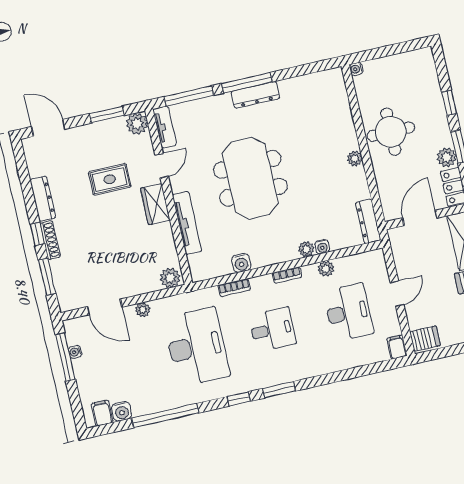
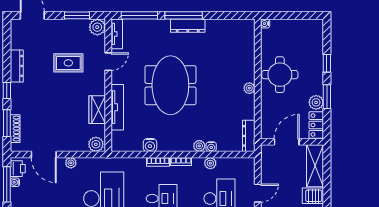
wardrobe: (155, 204) -> (97, 110), moved
shoe rack: (50, 240) -> (15, 129), moved
bookcase: (234, 288) -> (158, 162), moved
printer: (75, 333) -> (18, 169), added

